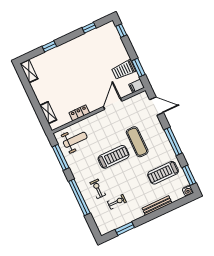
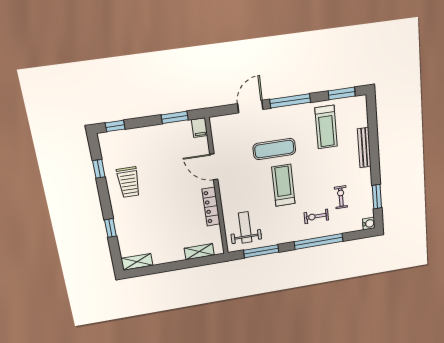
trolley: (124, 70) -> (129, 182), moved
door: (157, 106) -> (250, 107), moved
locker: (79, 113) -> (211, 207), width x1.53
water cooler: (188, 191) -> (369, 224), moved

